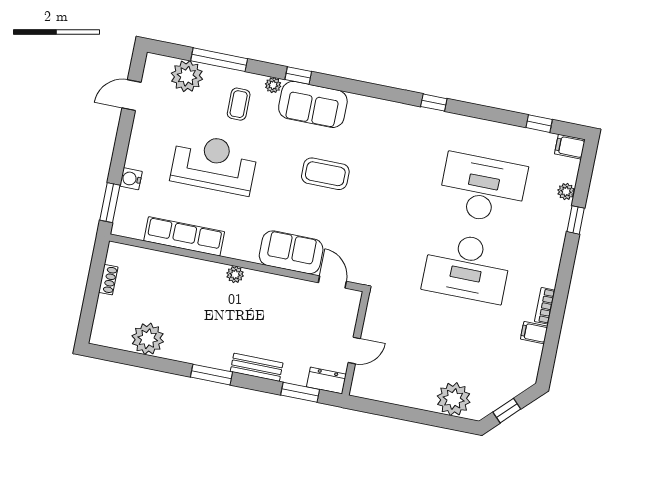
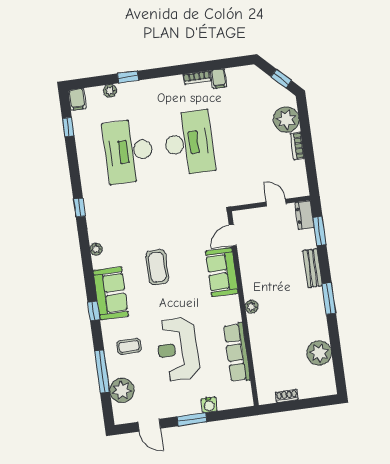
plant: (273, 85) -> (96, 249), moved
window: (110, 203) -> (192, 419), moved
bookcase: (416, 402) -> (297, 146), added

